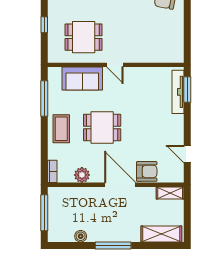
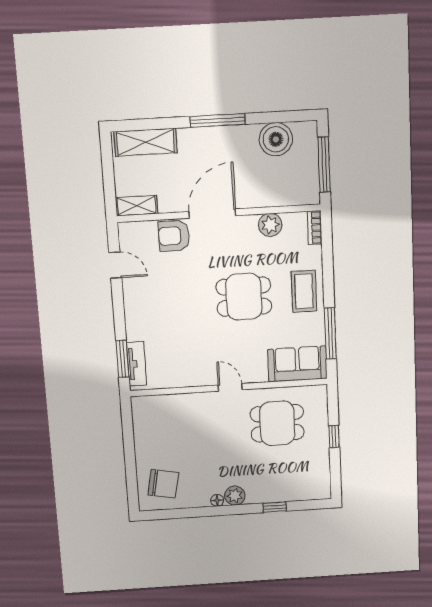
sofa: (82, 78) -> (297, 364), moved
tv unit: (178, 92) -> (136, 364), width x0.71
door: (120, 185) -> (212, 214), swing flipped
boiler: (81, 236) -> (276, 139), width x1.86, depth x1.86

